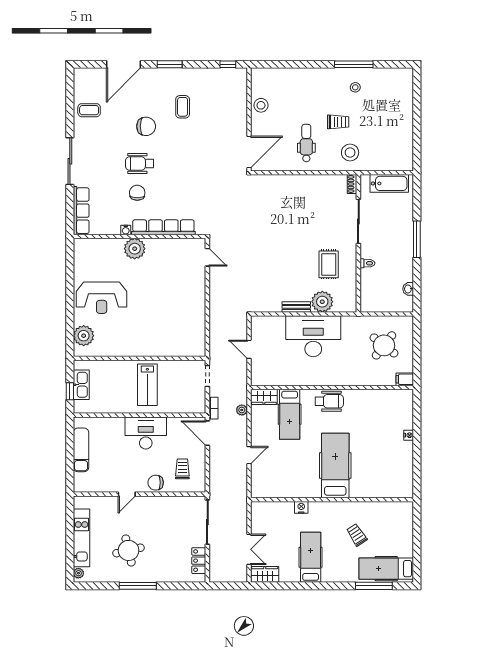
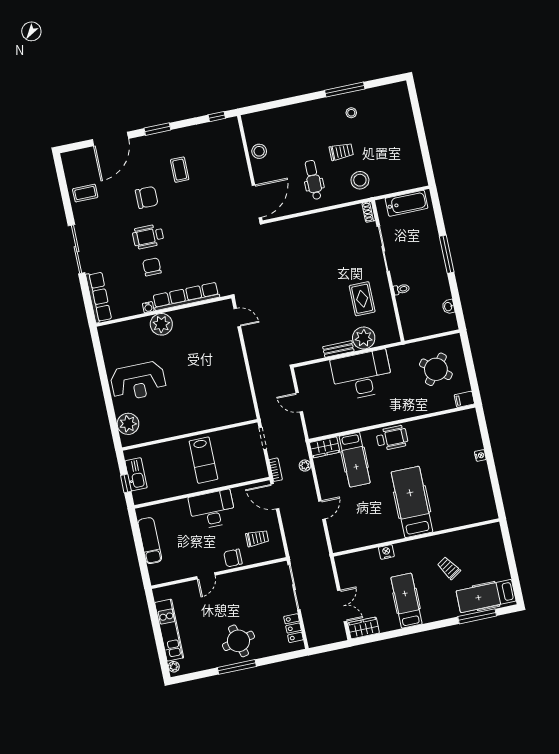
trolley: (182, 469) -> (257, 538), turned 90
round table: (129, 550) -> (238, 641), moved

